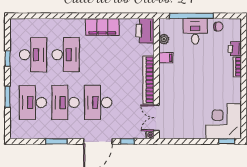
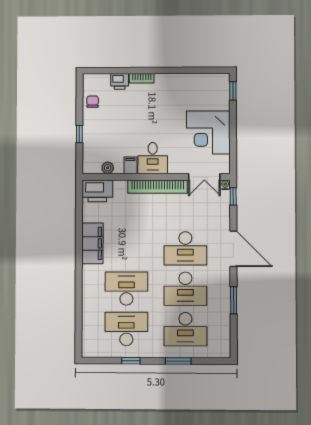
window: (192, 16) -> (79, 134), width x0.32
desk: (195, 31) -> (153, 158), moved, turned -90
corner desk: (224, 121) -> (208, 132), moved
window: (127, 141) -> (233, 196), moved

